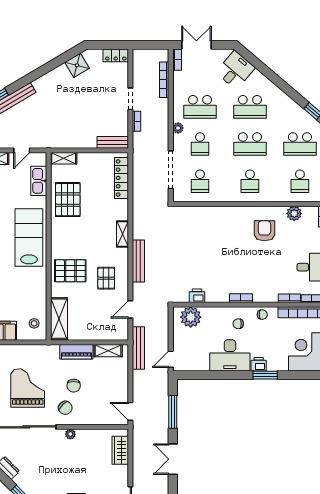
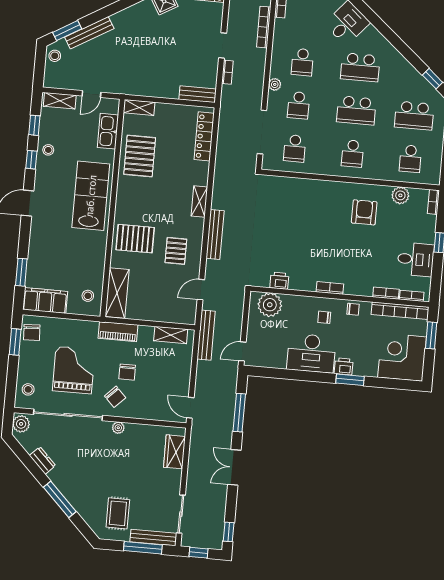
school desk: (200, 107) -> (302, 62), width x0.54
piano: (76, 352) -> (118, 332), moved

